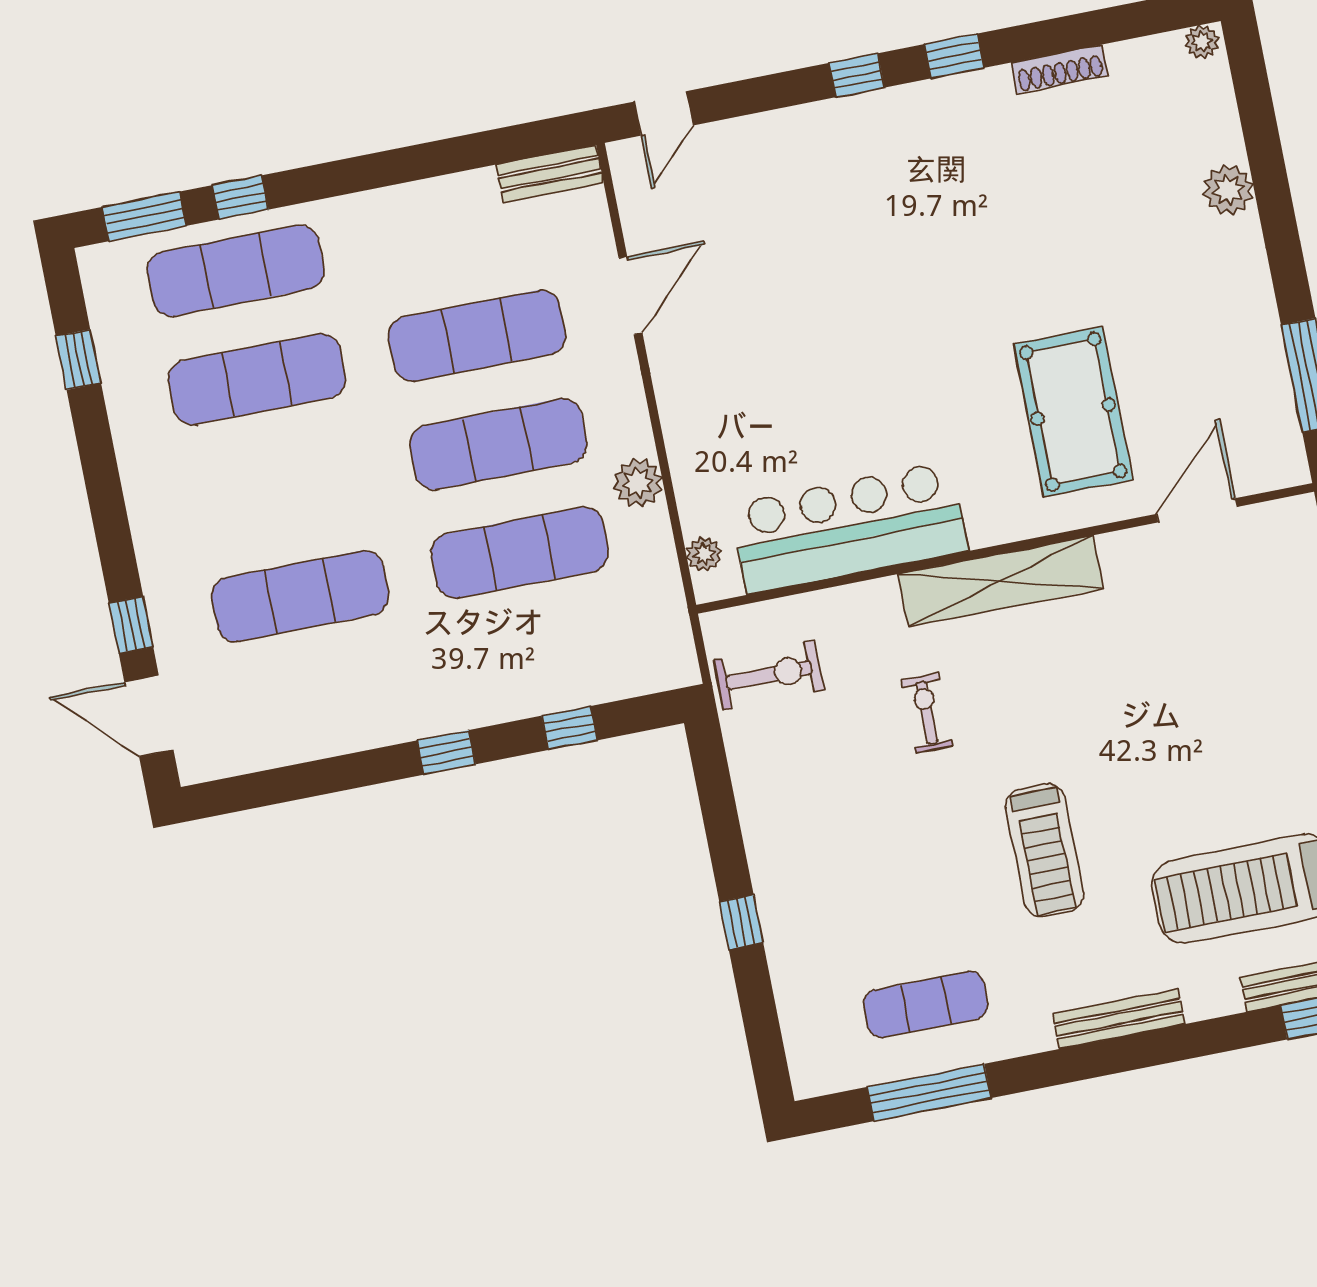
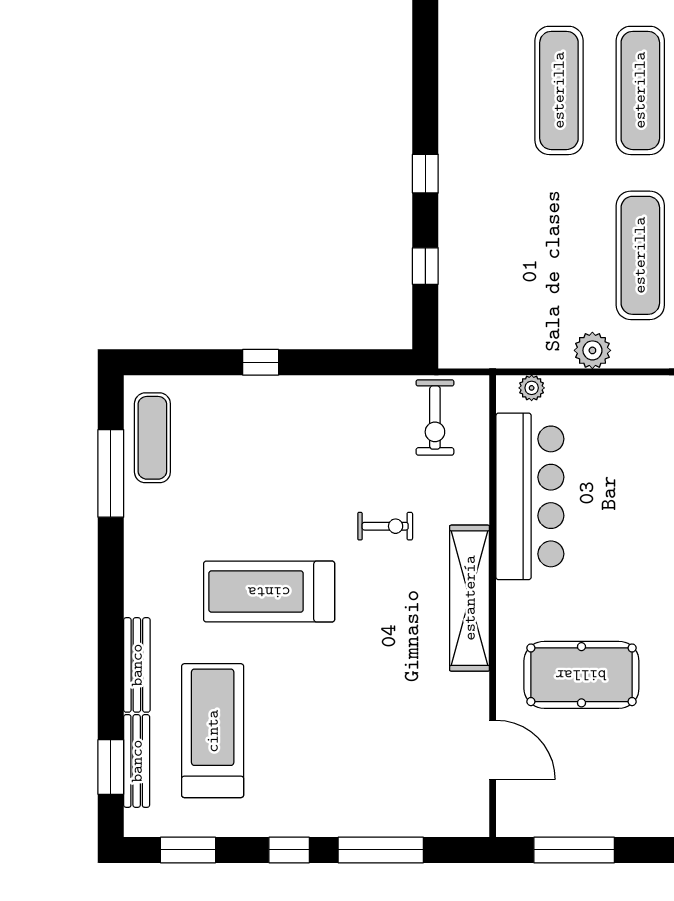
exercise mat: (520, 553) -> (640, 90), moved
treadmill: (1045, 850) -> (269, 592), width x1.37, depth x1.38
exercise mat: (926, 1004) -> (152, 438), moved
bench: (1119, 1019) -> (137, 665), moved

